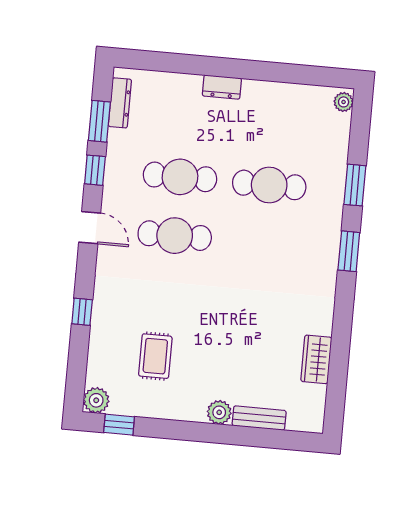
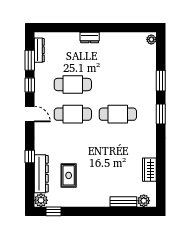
cafe table: (269, 185) -> (118, 114), moved
dresser: (101, 348) -> (41, 174), added
plant: (219, 412) -> (144, 201), moved

